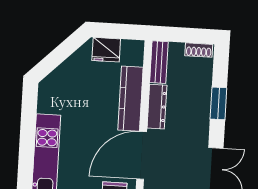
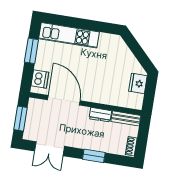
kitchen counter: (130, 99) -> (103, 97), removed
dresser: (157, 107) -> (100, 115), width x0.70

